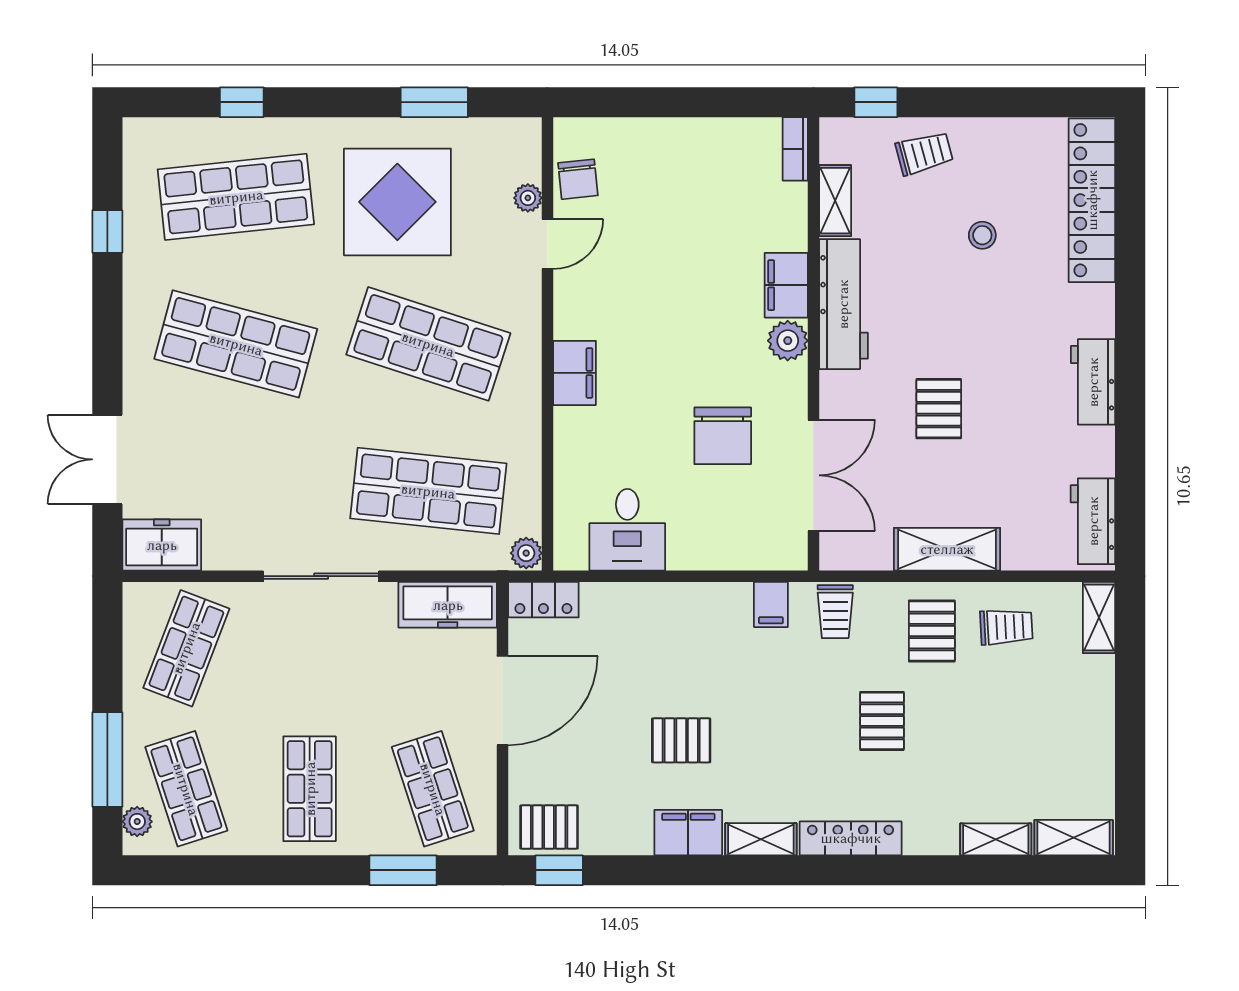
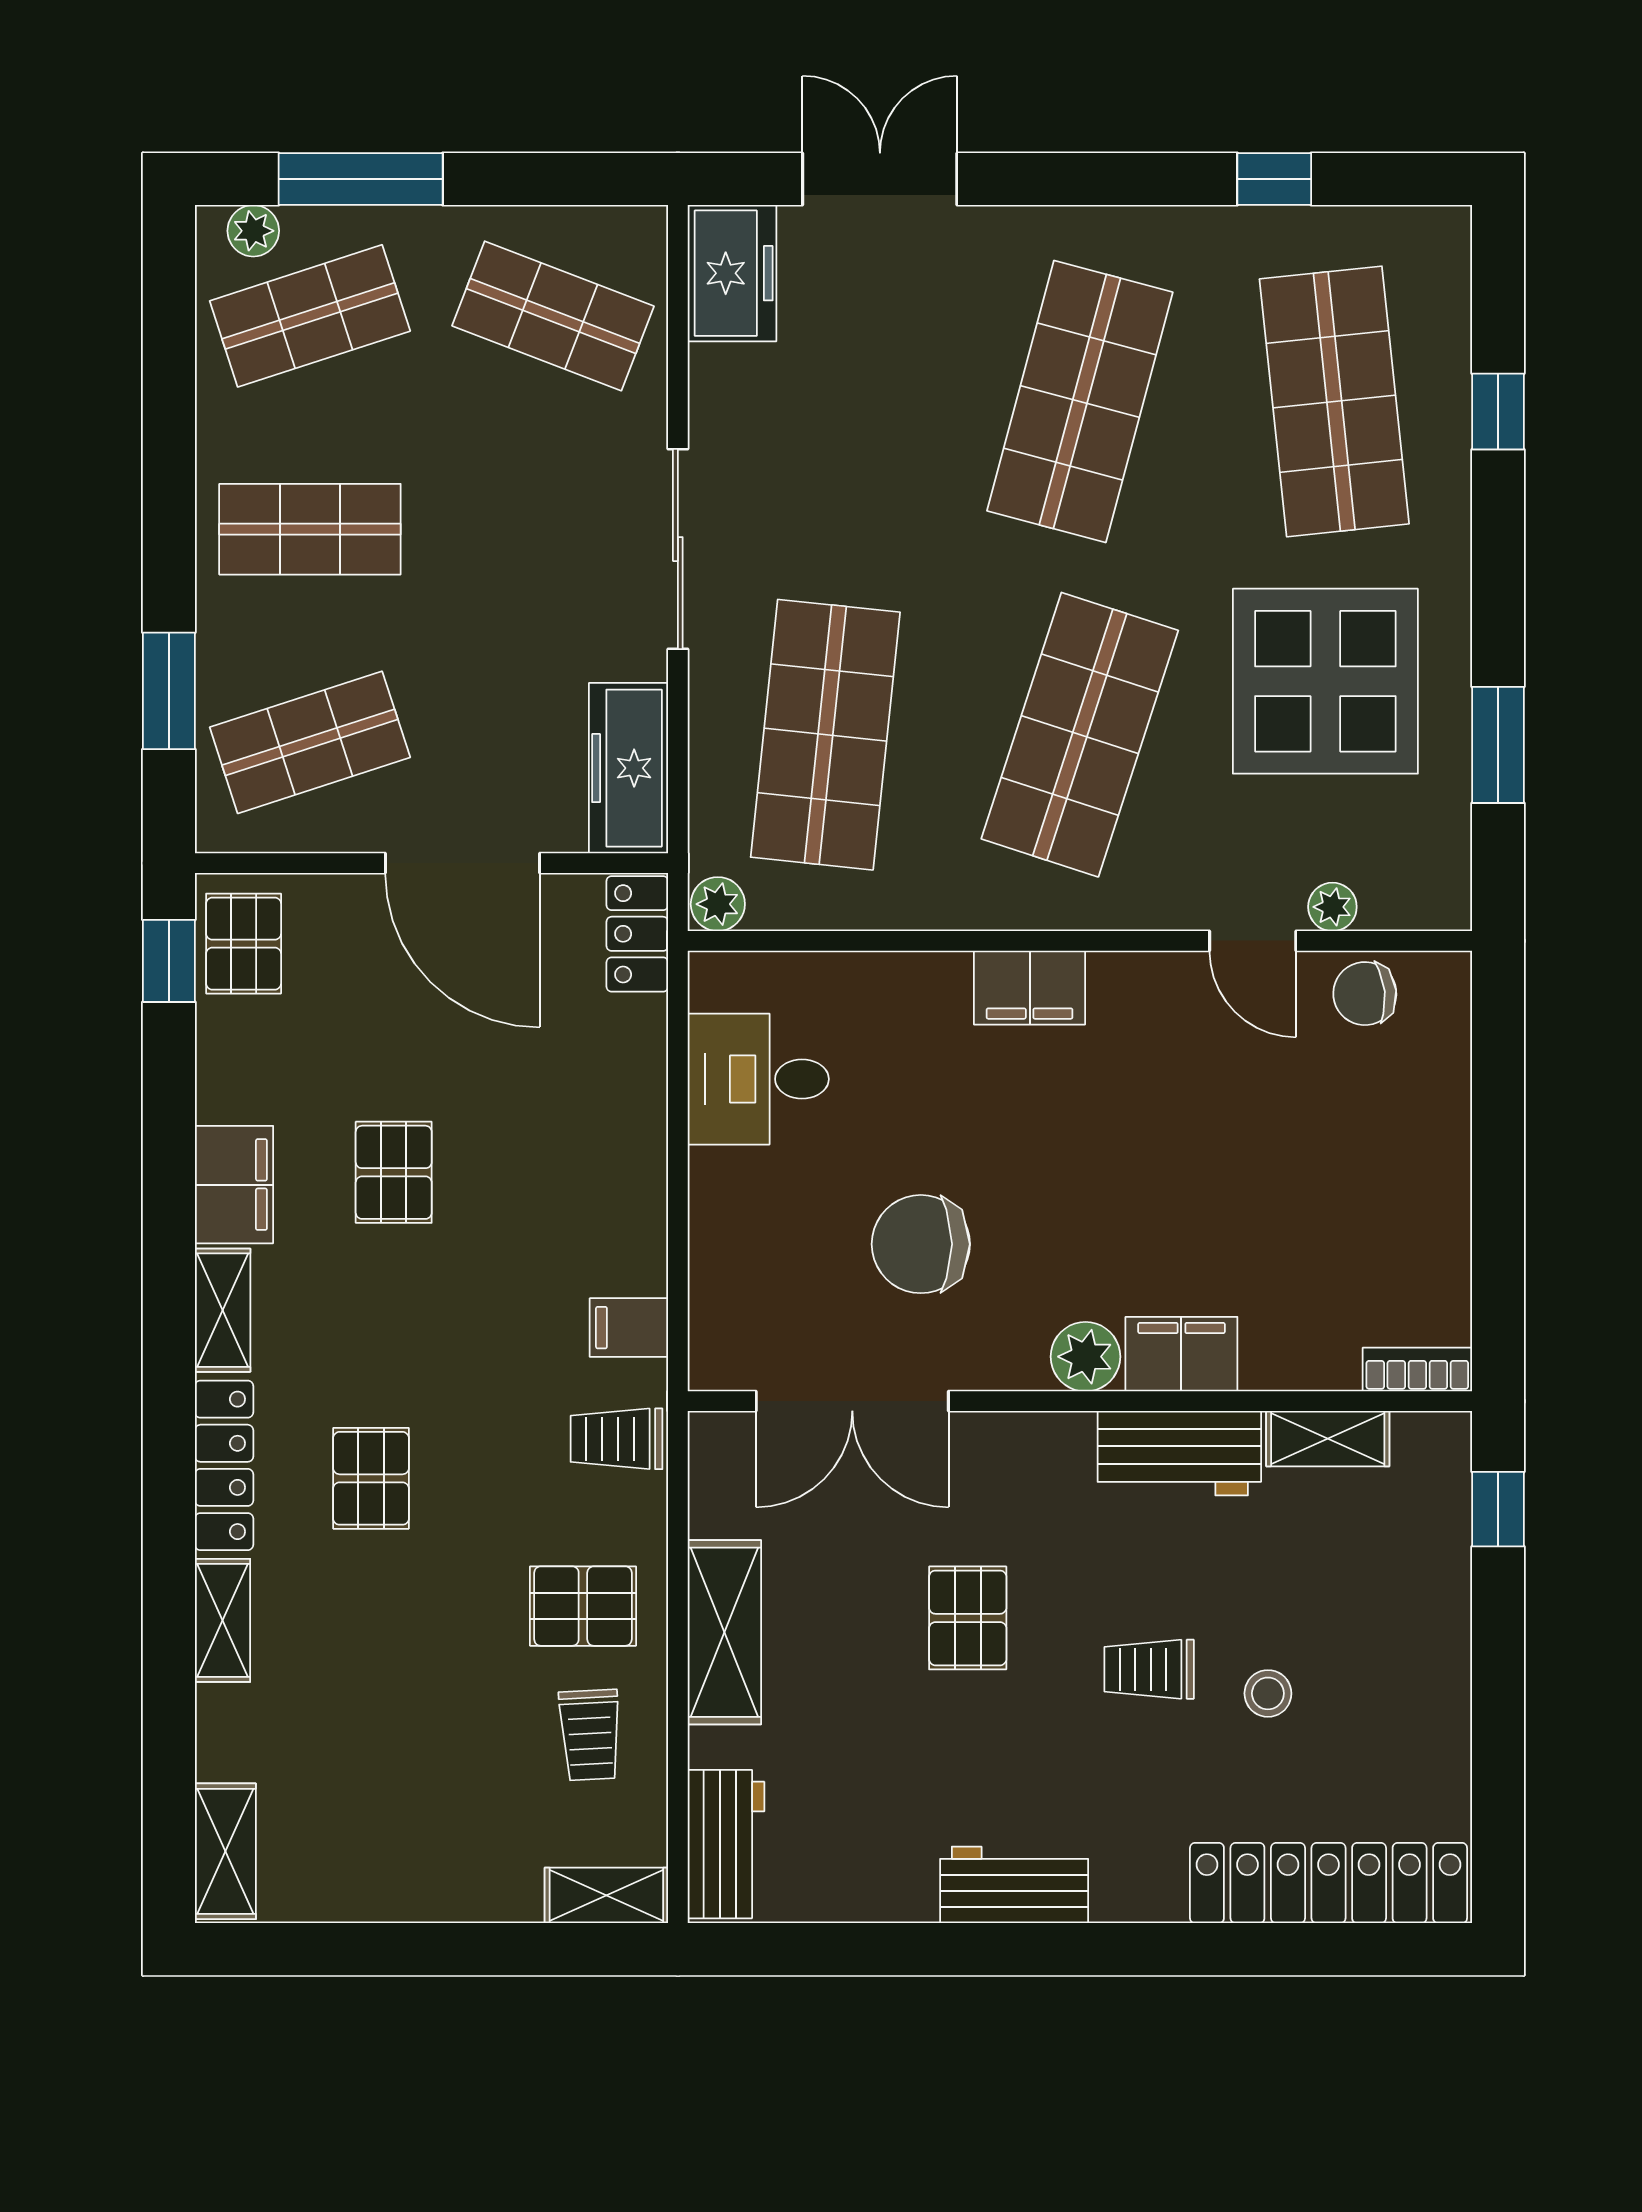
trolley: (924, 153) -> (1149, 1669), moved, turned 105
workbench: (843, 304) -> (1179, 1453), width x0.73
pallet: (939, 409) -> (968, 1618), turned 90
workbench: (1093, 521) -> (726, 1844), moved, turned 90
pallet: (882, 721) -> (371, 1478), moved, turned 90
shelving: (996, 839) -> (222, 1620), moved

